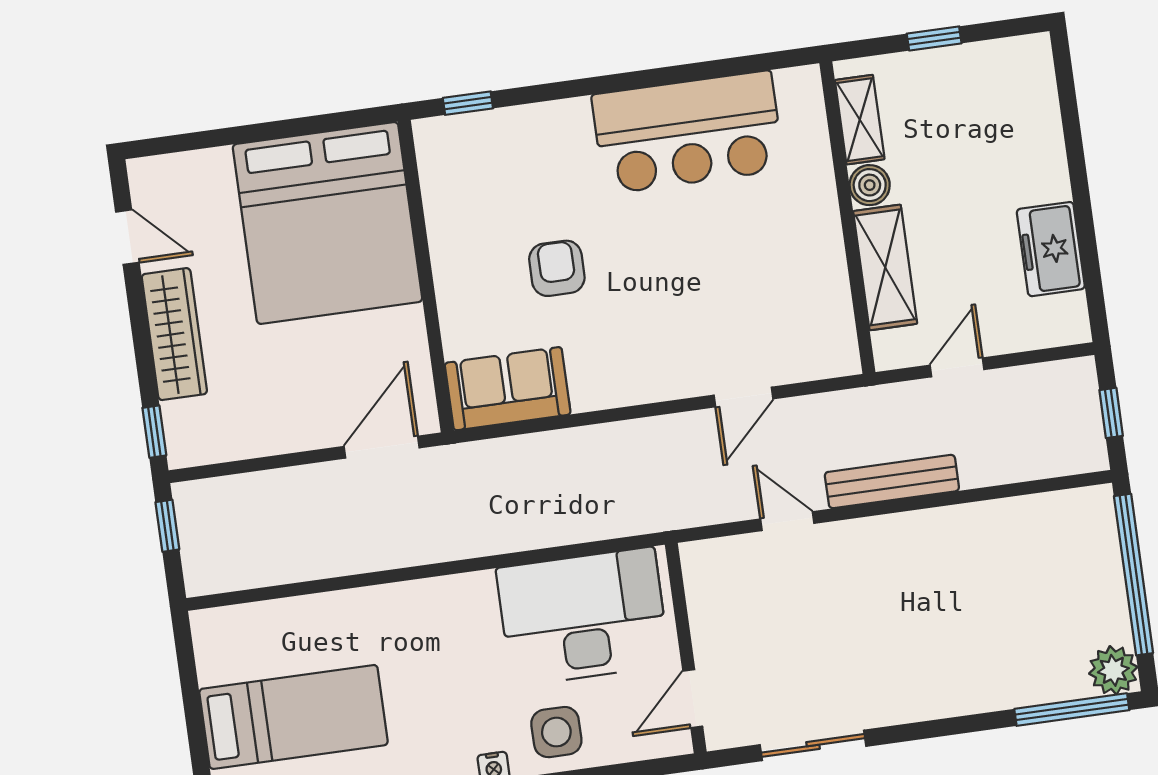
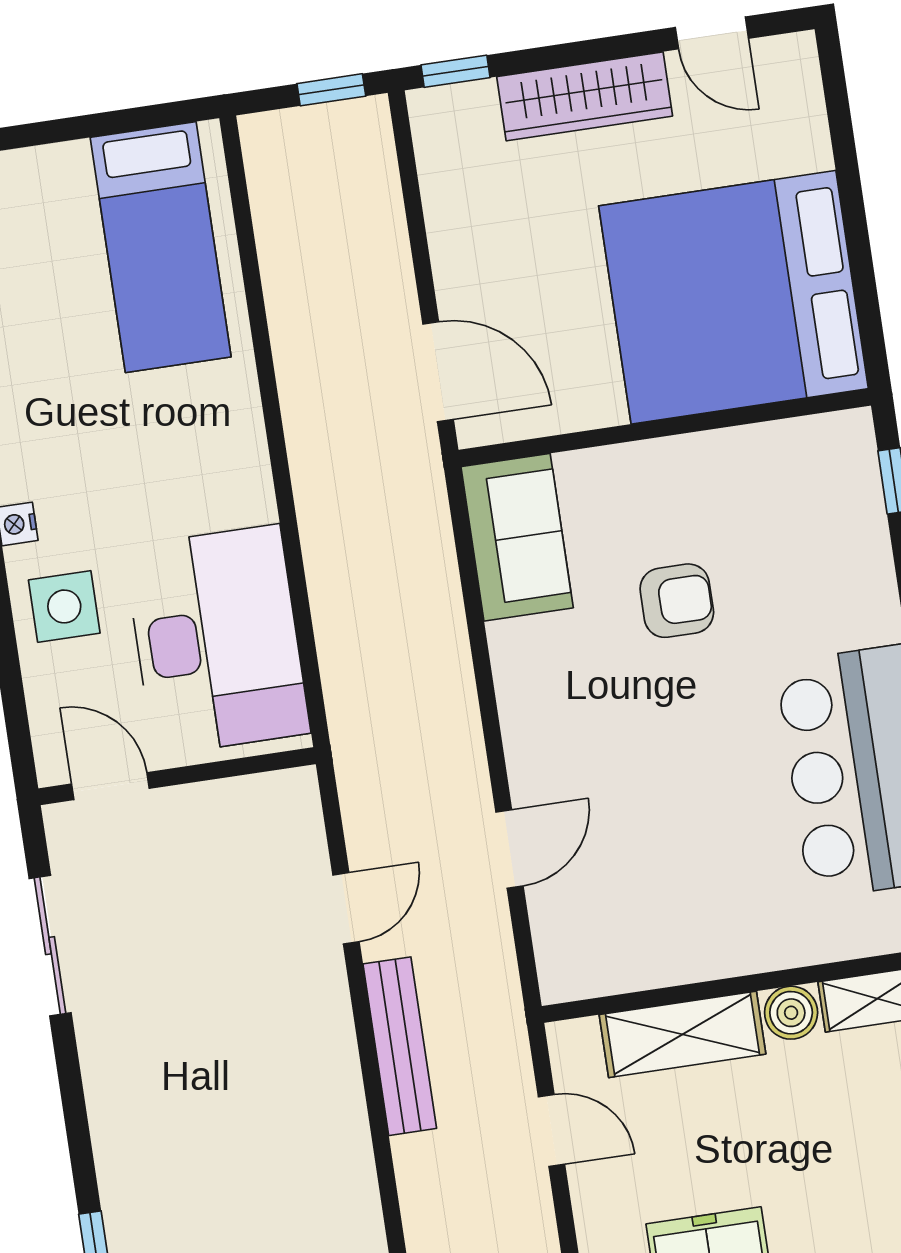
door: (127, 237) -> (712, 33), hinge flipped
door: (743, 397) -> (509, 849), swing flipped
bed: (294, 717) -> (161, 247), moved

